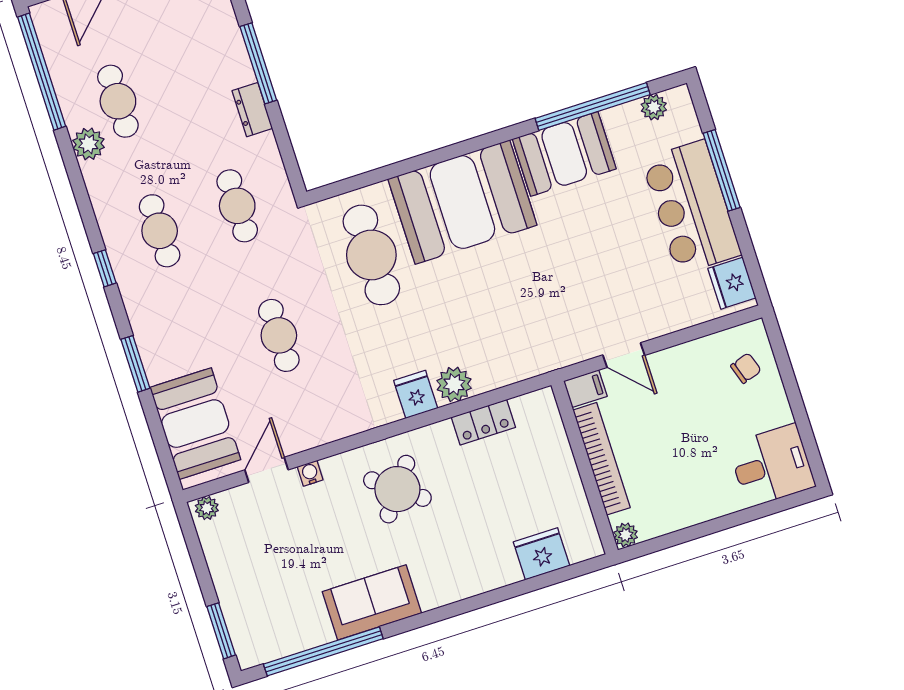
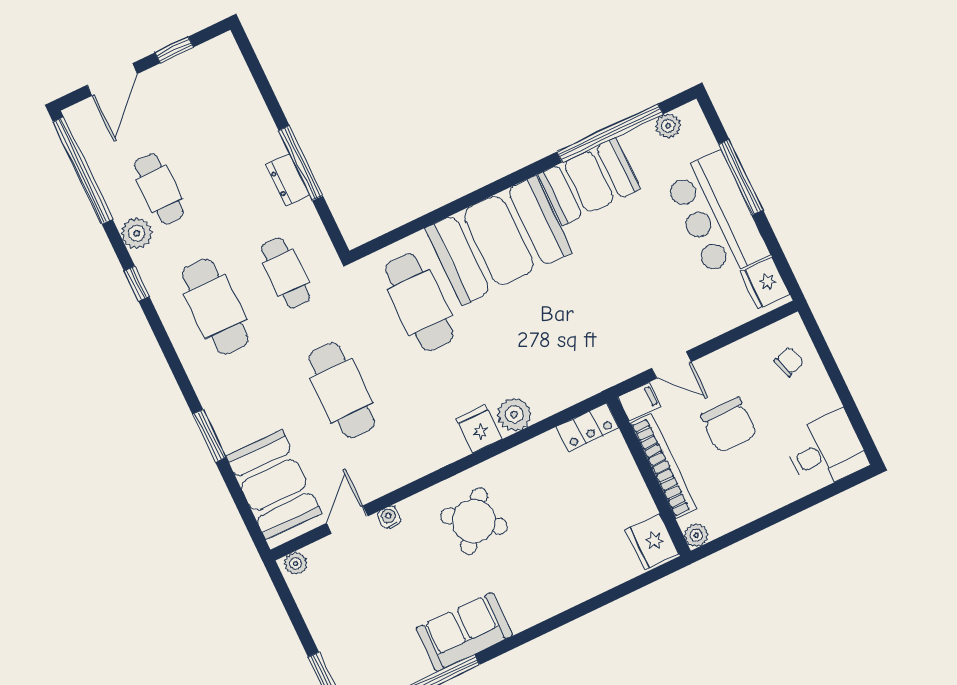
window: (258, 63) -> (301, 163), moved
cafe table: (160, 231) -> (215, 306), width x1.37, depth x1.35
window: (105, 268) -> (137, 284), moved
cafe table: (279, 335) -> (342, 390), width x1.37, depth x1.35
locker: (483, 422) -> (588, 427), moved
chair: (675, 425) -> (729, 425), added
fridge: (542, 554) -> (652, 542), moved, turned -90

